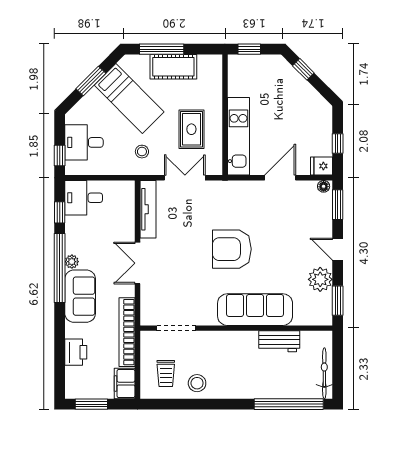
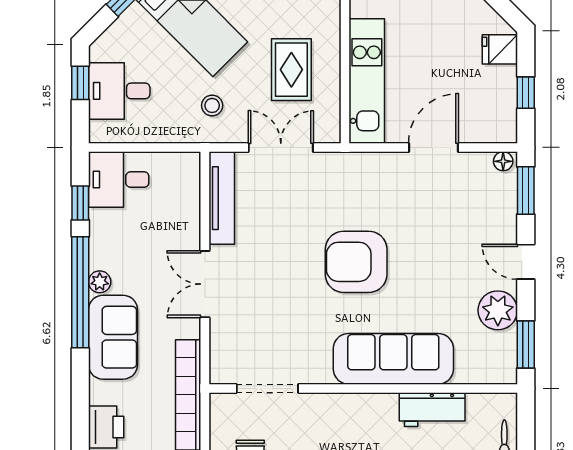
window: (60, 155) -> (80, 83), moved
fridge: (322, 166) -> (500, 49), moved

